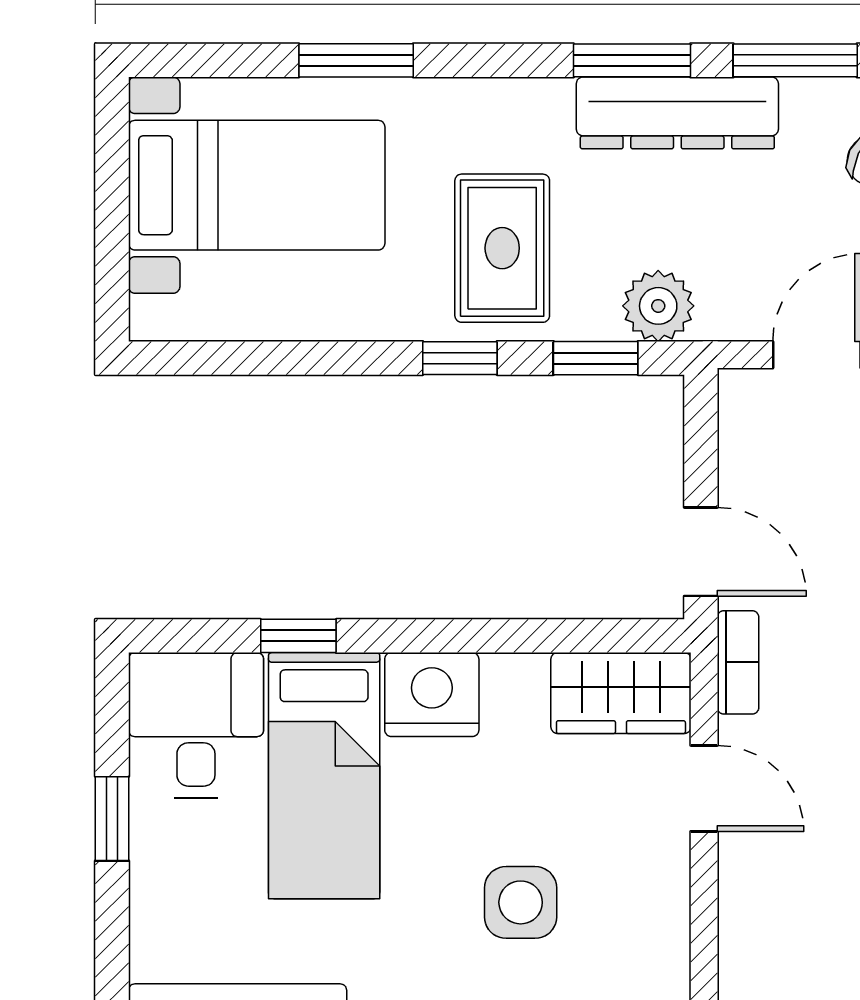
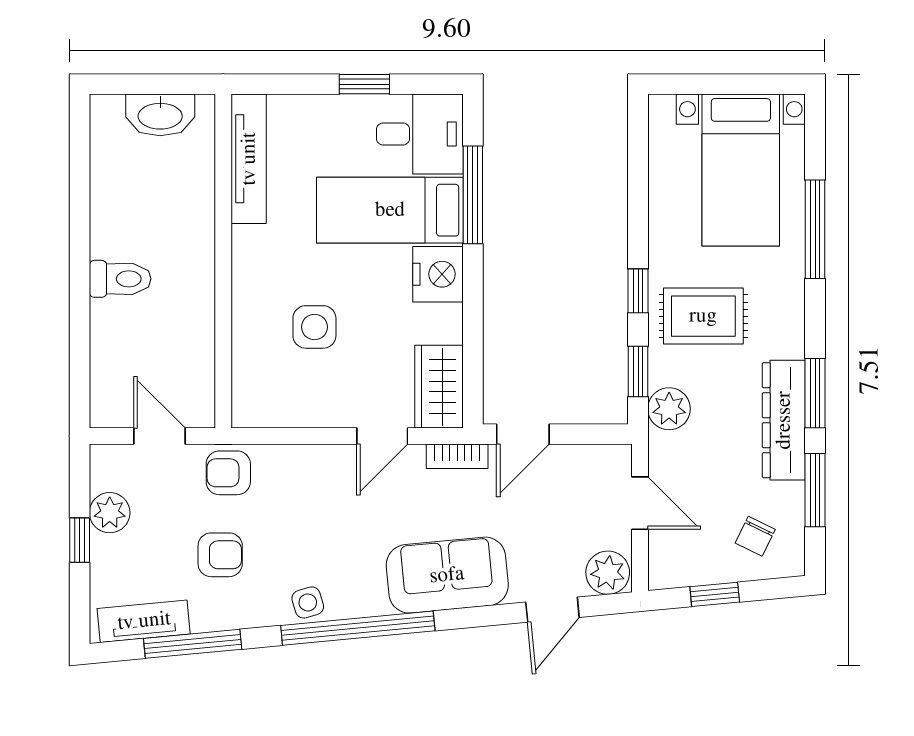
window: (356, 60) -> (815, 229), width x1.44
window: (298, 636) -> (473, 195), width x2.17

